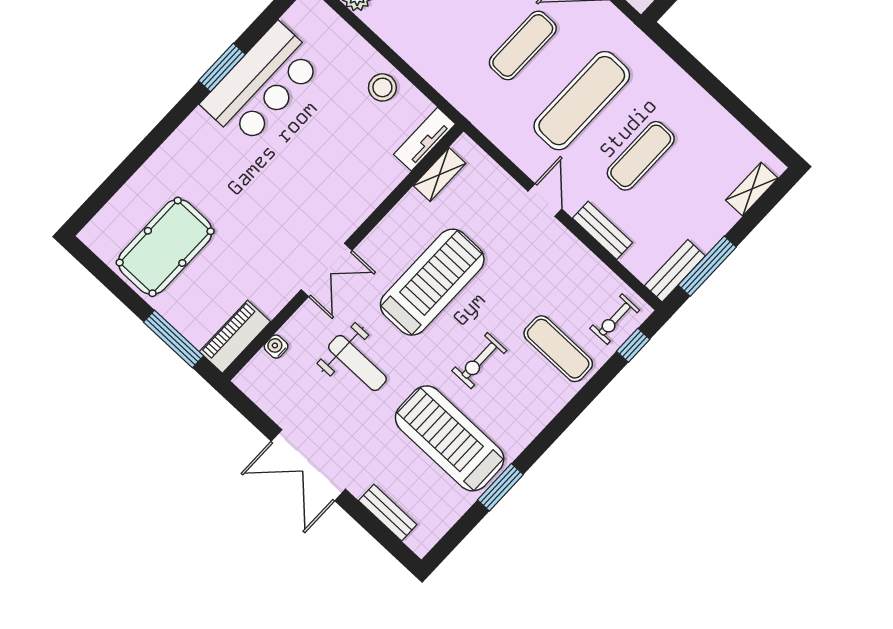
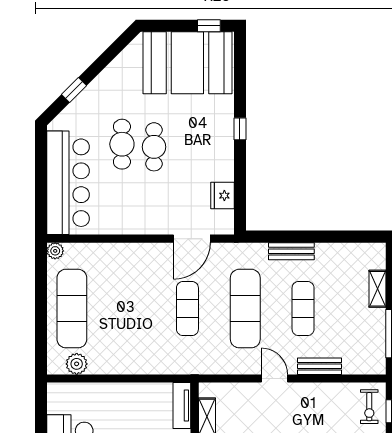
stool: (382, 87) -> (135, 399), removed
shelving: (752, 189) -> (377, 289), moved
bench: (675, 271) -> (291, 251), moved, turned 90

